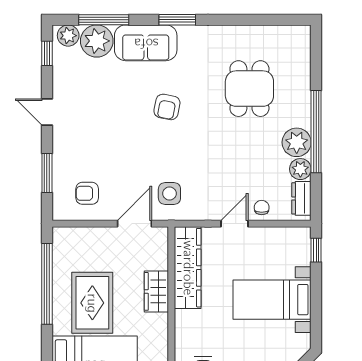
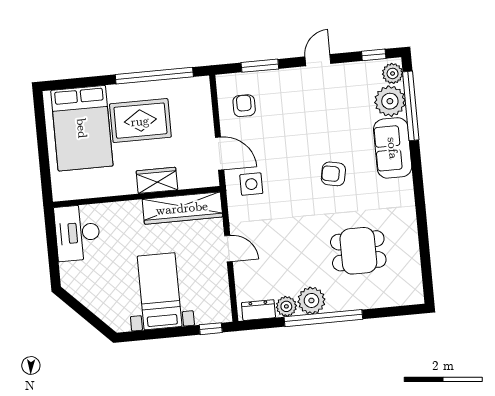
window: (104, 20) -> (411, 106), width x1.46
window: (177, 20) -> (417, 176), removed
chair: (262, 207) -> (246, 273), removed

